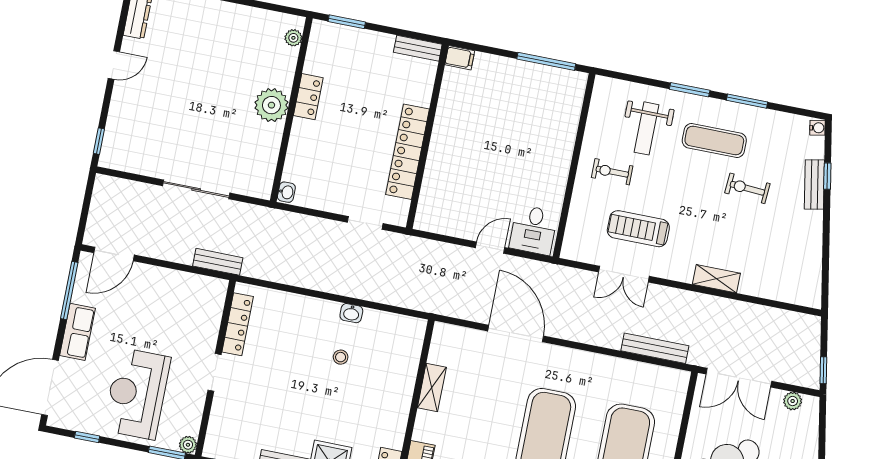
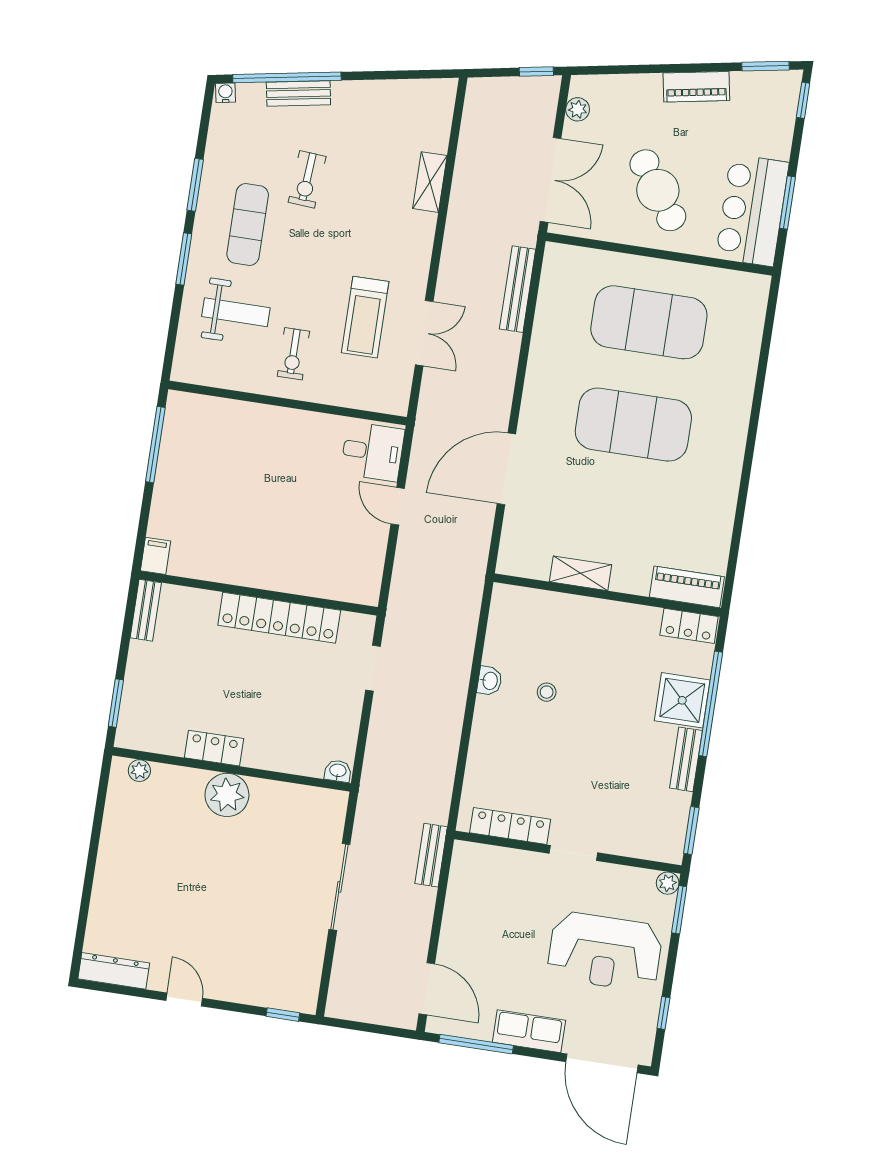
window: (827, 176) -> (287, 77), width x3.17
shelving: (716, 279) -> (430, 182), moved

